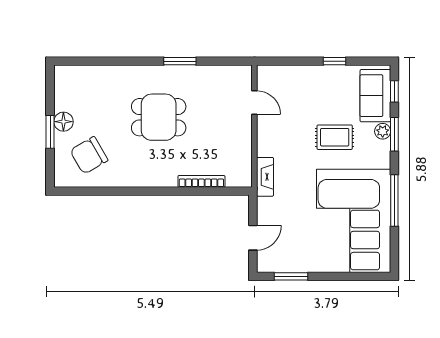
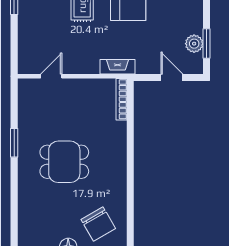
dining table: (159, 117) -> (64, 162), turned 90
bookcase: (201, 181) -> (122, 99), moved
plant: (291, 263) -> (194, 44), added

